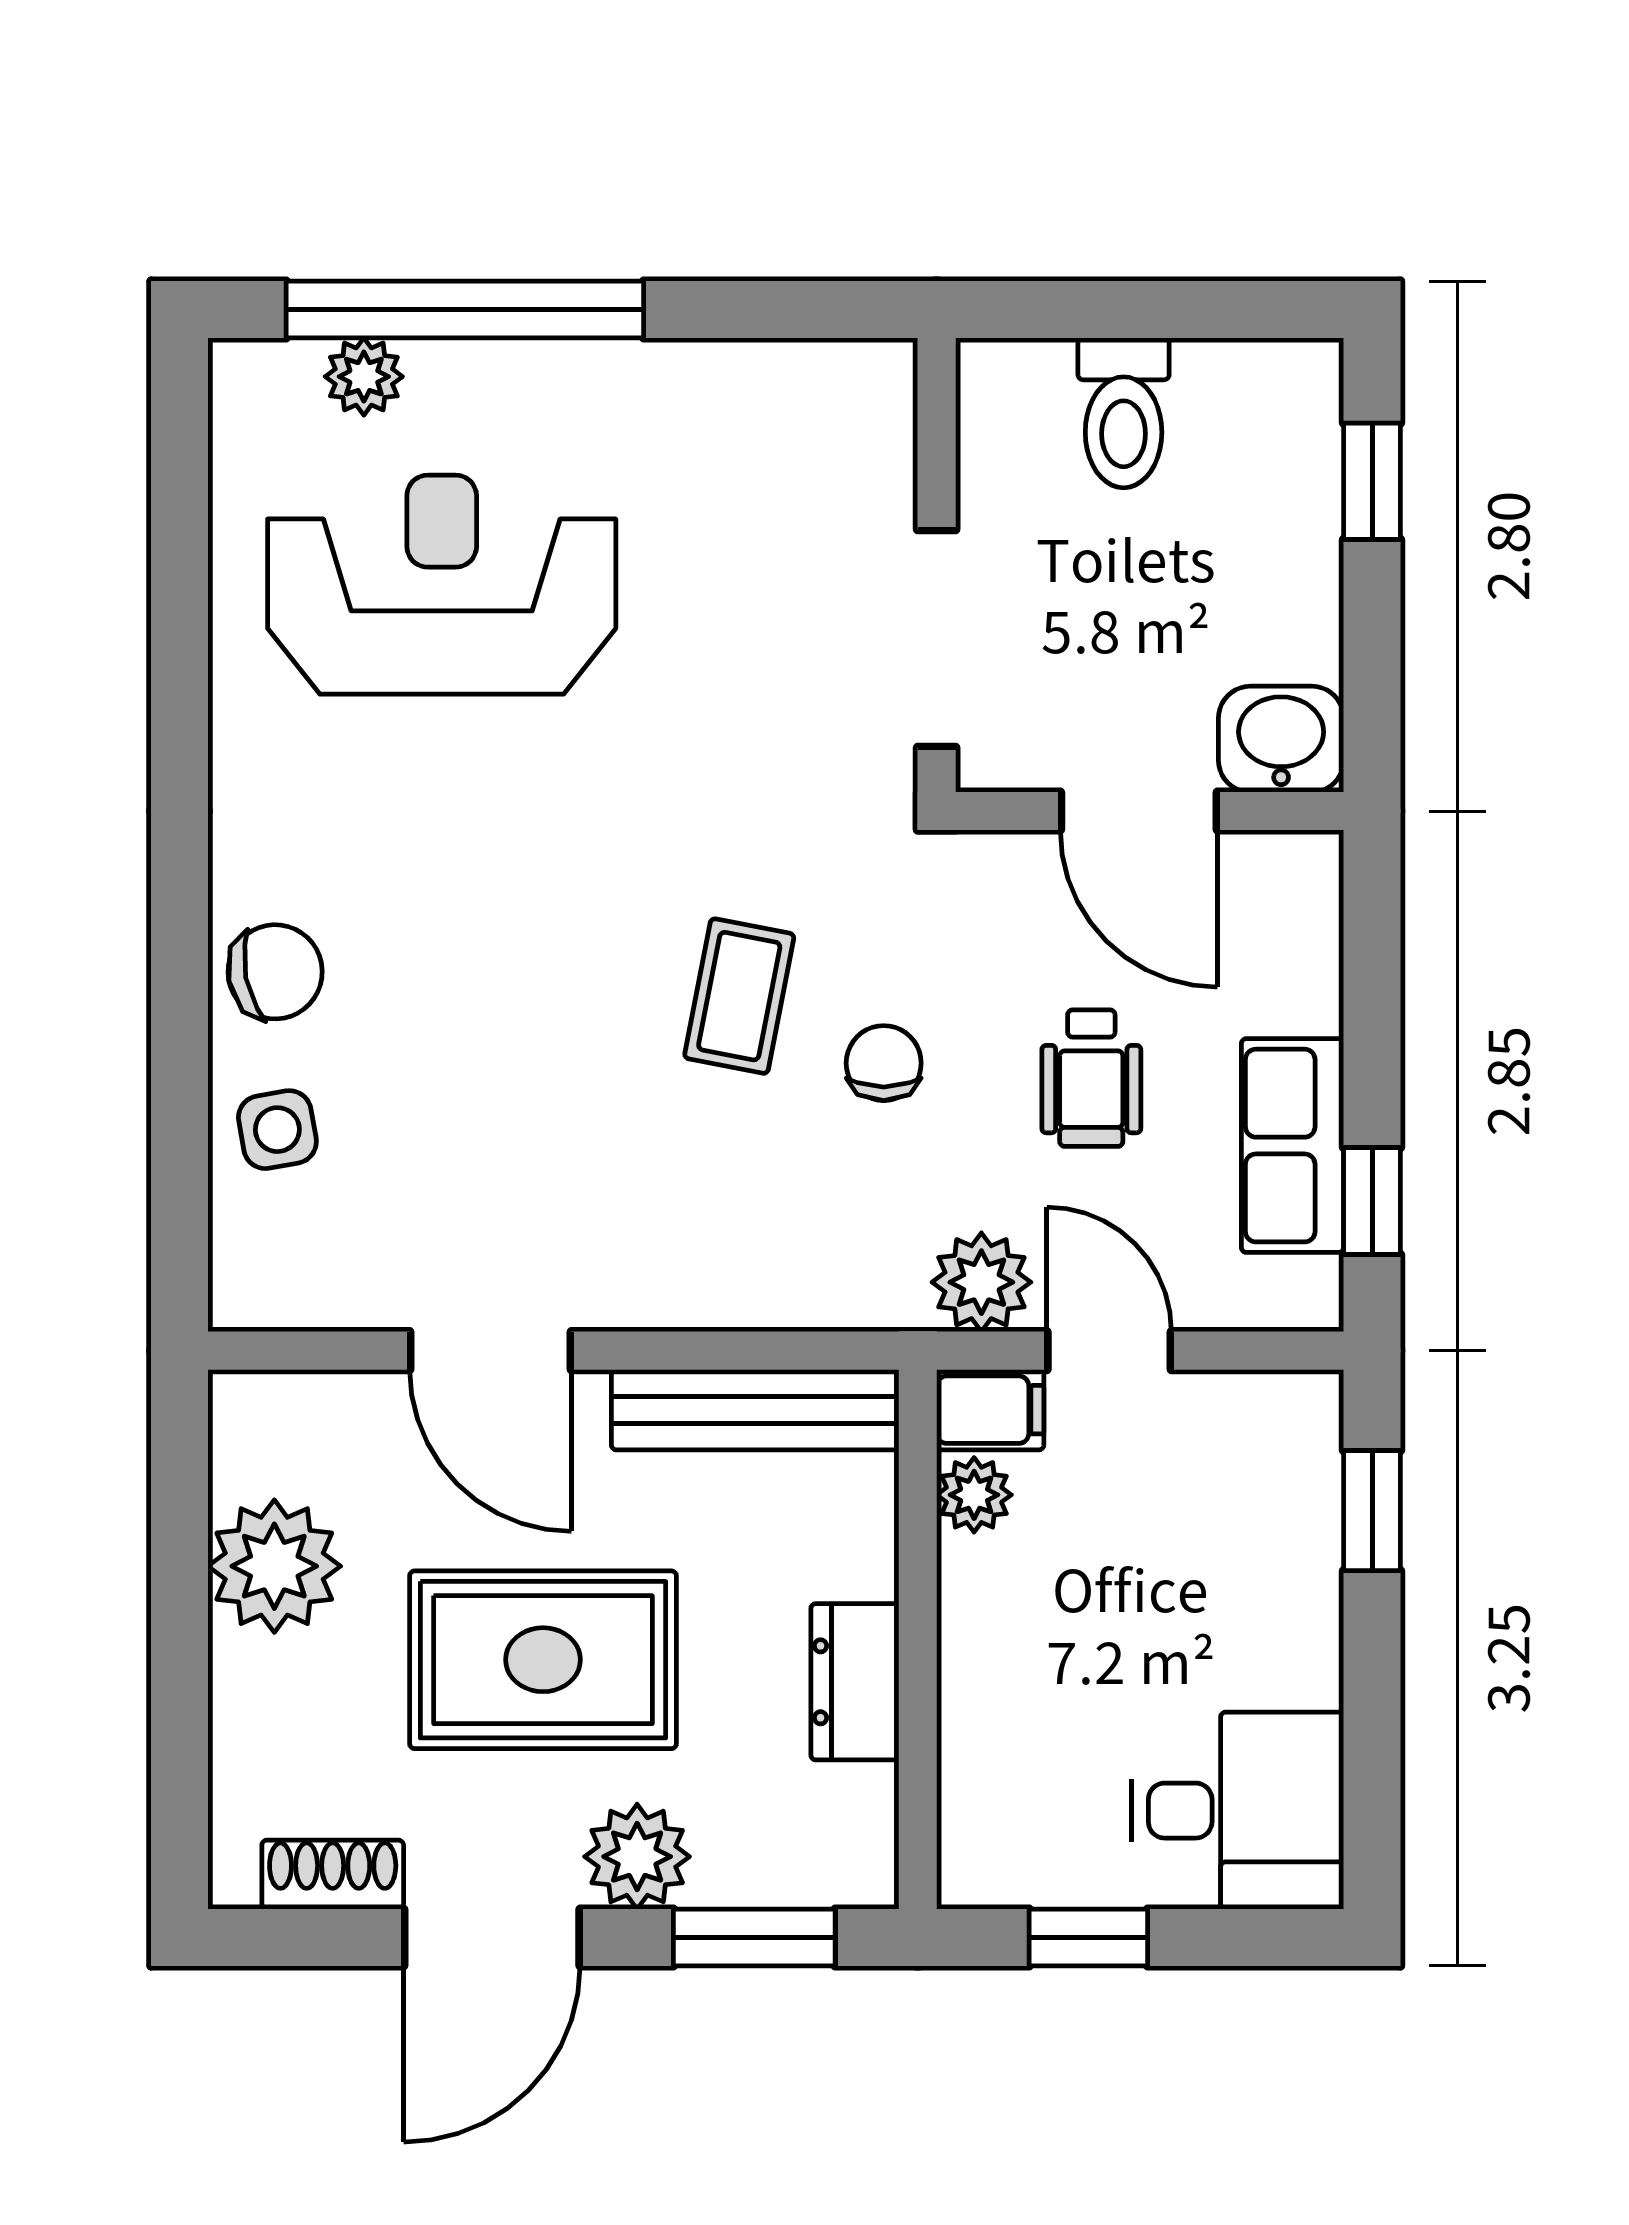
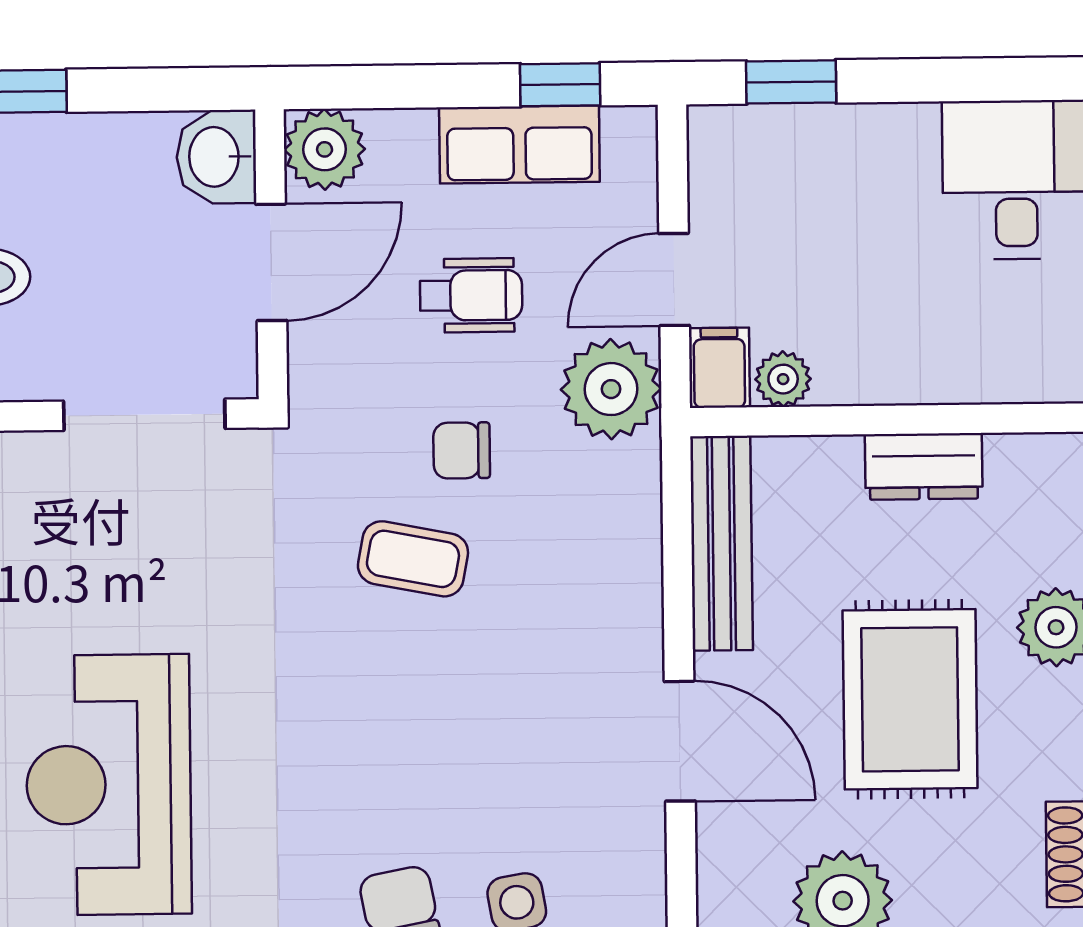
plant: (1289, 884) -> (325, 149), added
plant: (981, 1282) -> (611, 389), width x1.36, depth x1.36
door: (491, 1351) -> (680, 741), hinge flipped

